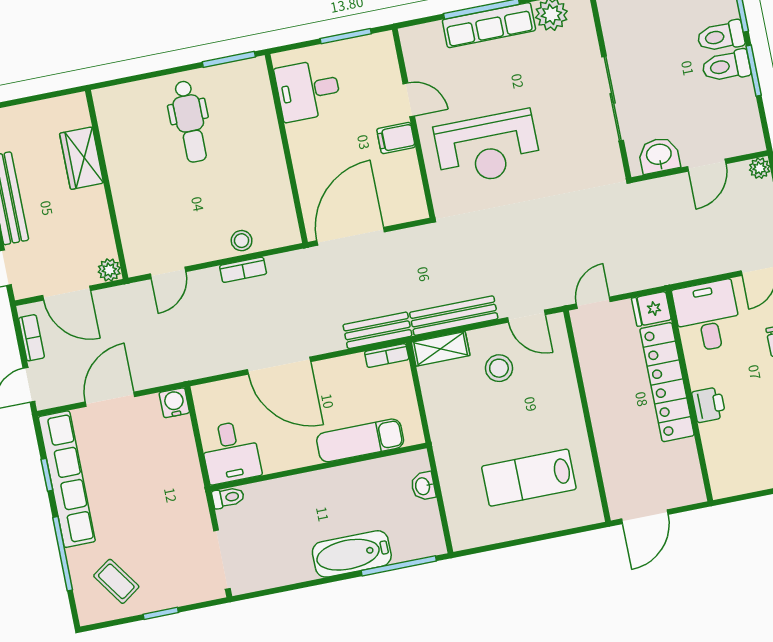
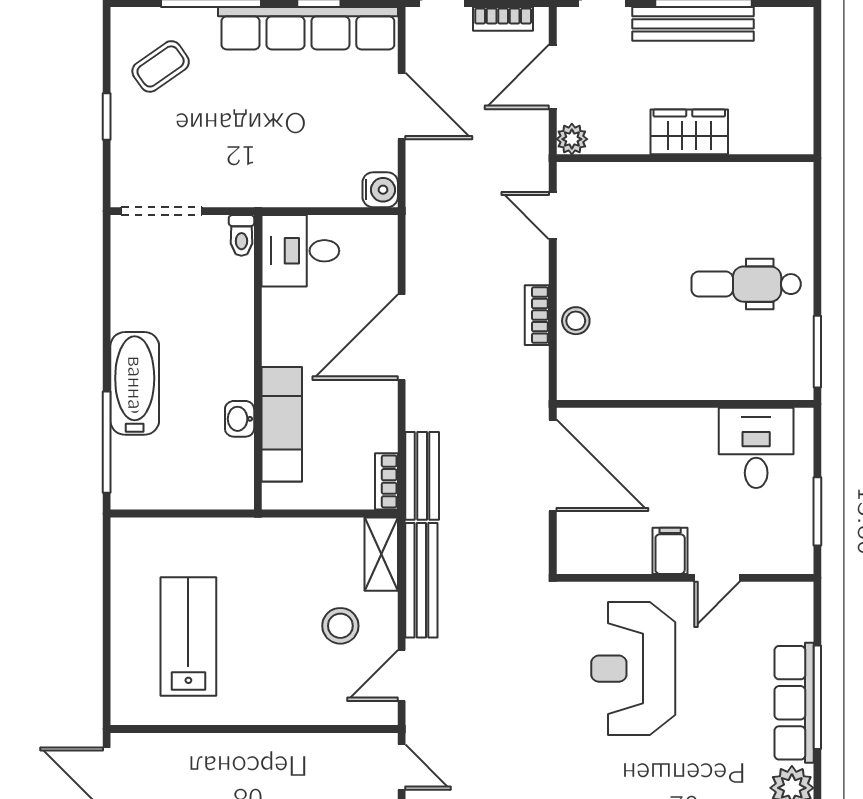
wardrobe: (81, 158) -> (689, 132), moved
washbasin: (423, 486) -> (240, 419), moved, turned -90

